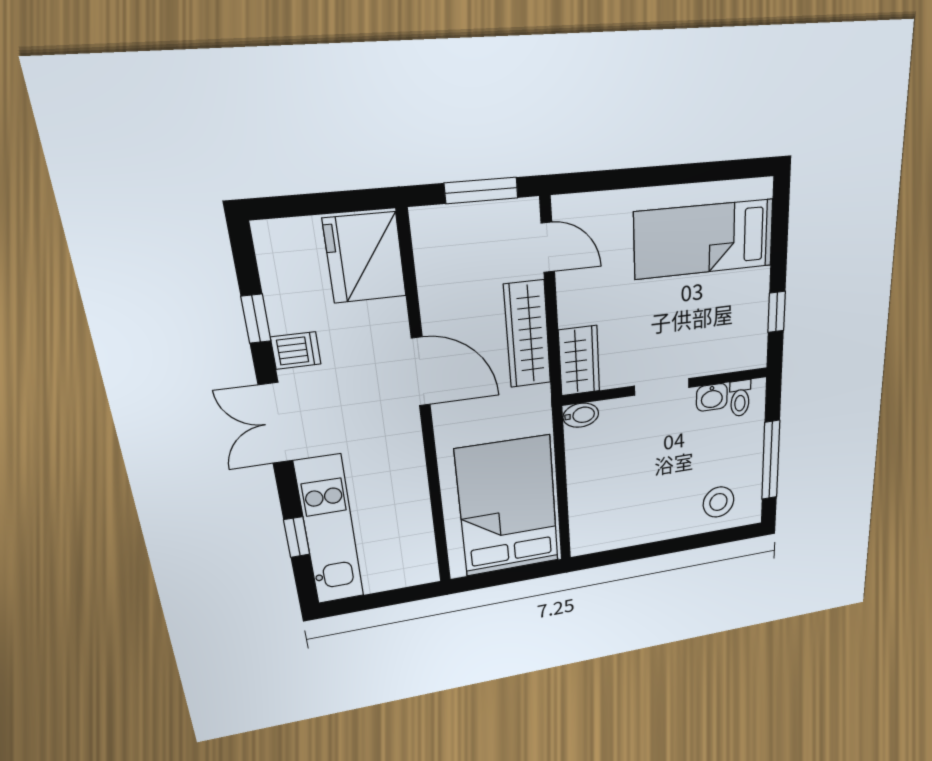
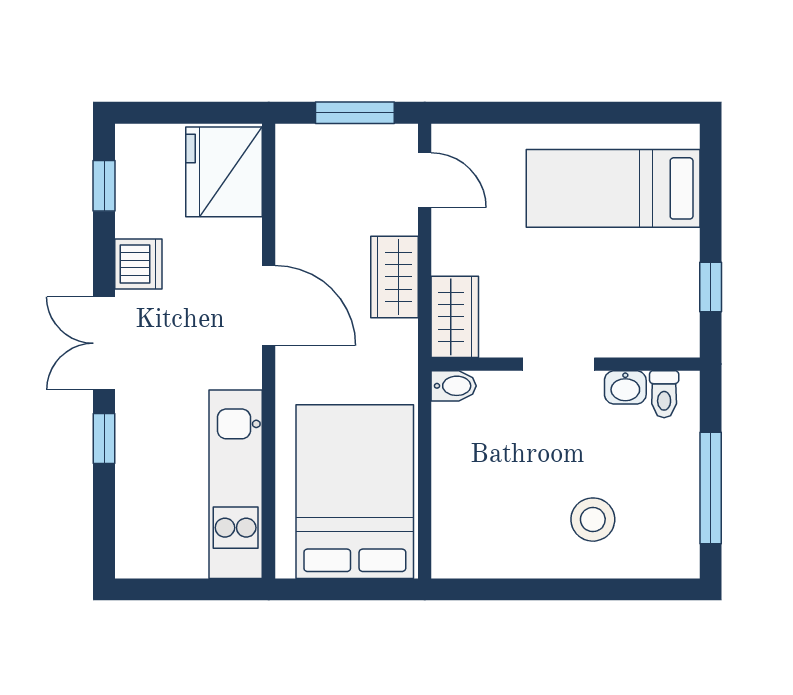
window: (256, 319) -> (104, 186), moved
wardrobe: (527, 334) -> (394, 277), width x0.67
dishwasher: (296, 351) -> (138, 264), width x1.38
stool: (718, 502) -> (593, 520), moved
kitchen unit: (329, 530) -> (236, 484), moved, turned 180
window: (297, 537) -> (104, 438), moved

